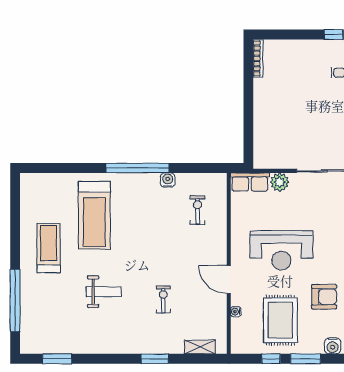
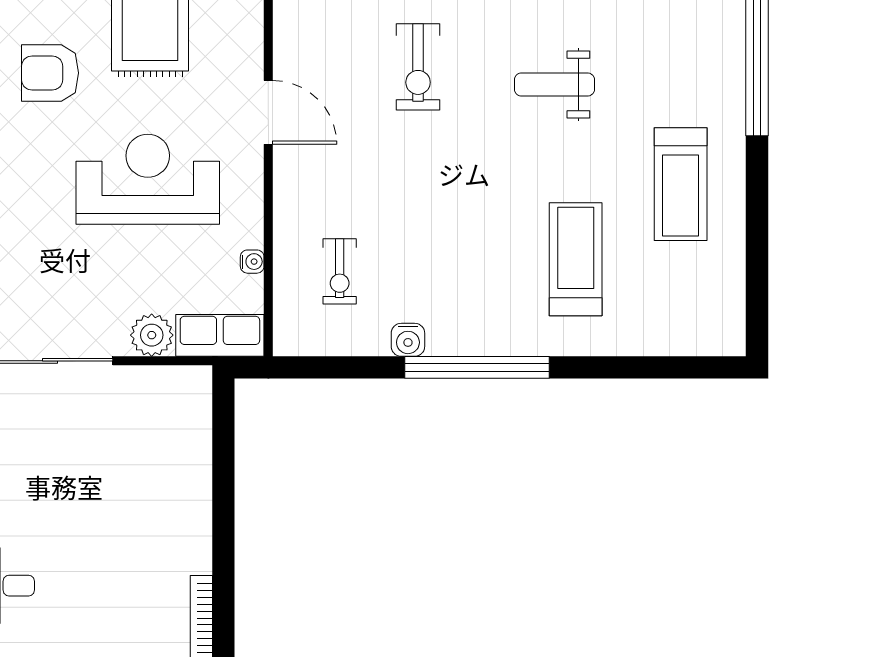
treadmill: (94, 215) -> (576, 259), width x0.73, depth x0.73
exercise bike: (163, 299) -> (418, 67), width x1.38, depth x1.39
water cooler: (236, 312) -> (252, 262), moved

